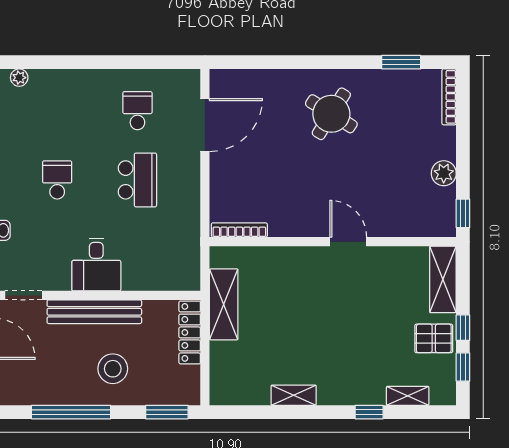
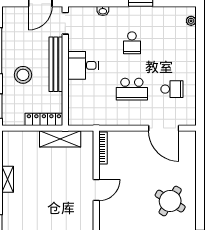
school desk: (57, 180) -> (132, 43), turned 90
door: (348, 242) -> (96, 190), moved

